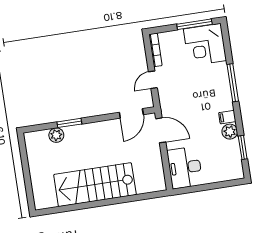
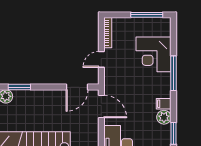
corner desk: (205, 45) -> (154, 54), moved

